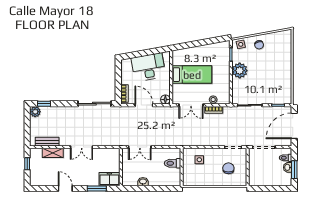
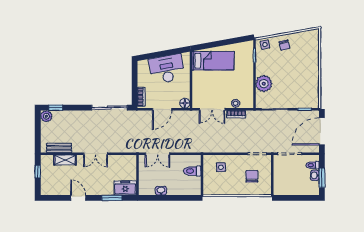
plant: (240, 71) -> (264, 84), moved
bed: (192, 75) -> (213, 61), moved
door: (144, 105) -> (162, 109), swing flipped

